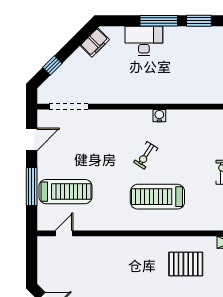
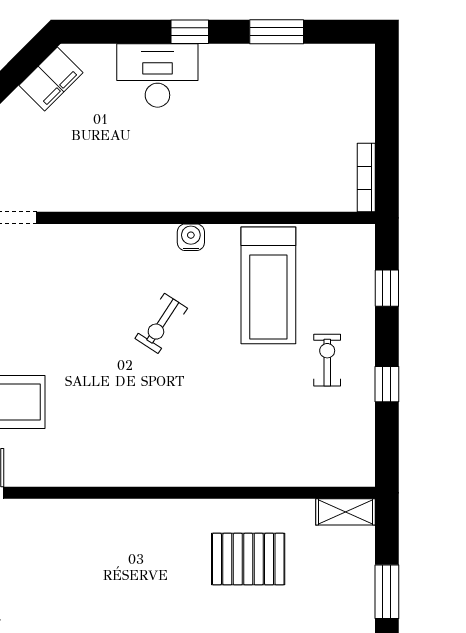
window: (159, 21) -> (190, 32), width x0.46
treadmill: (157, 197) -> (268, 285), moved, turned -90

